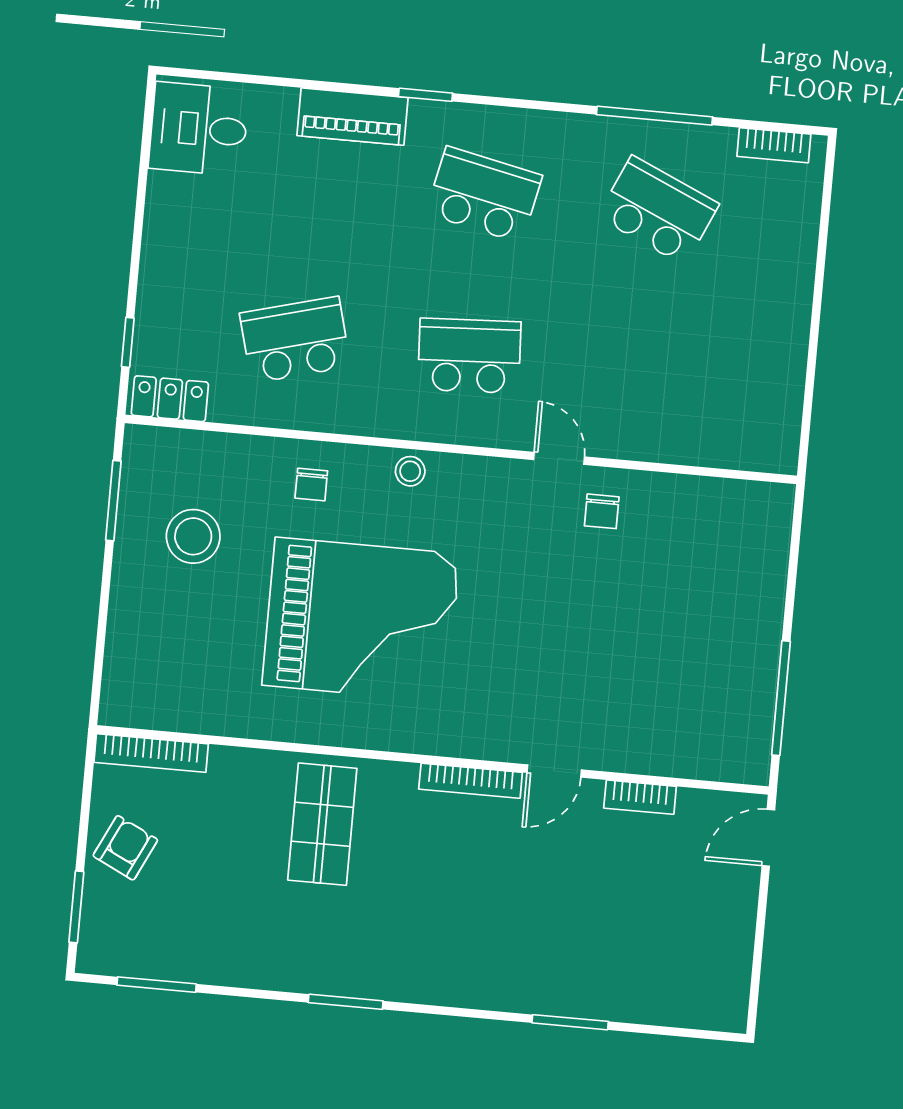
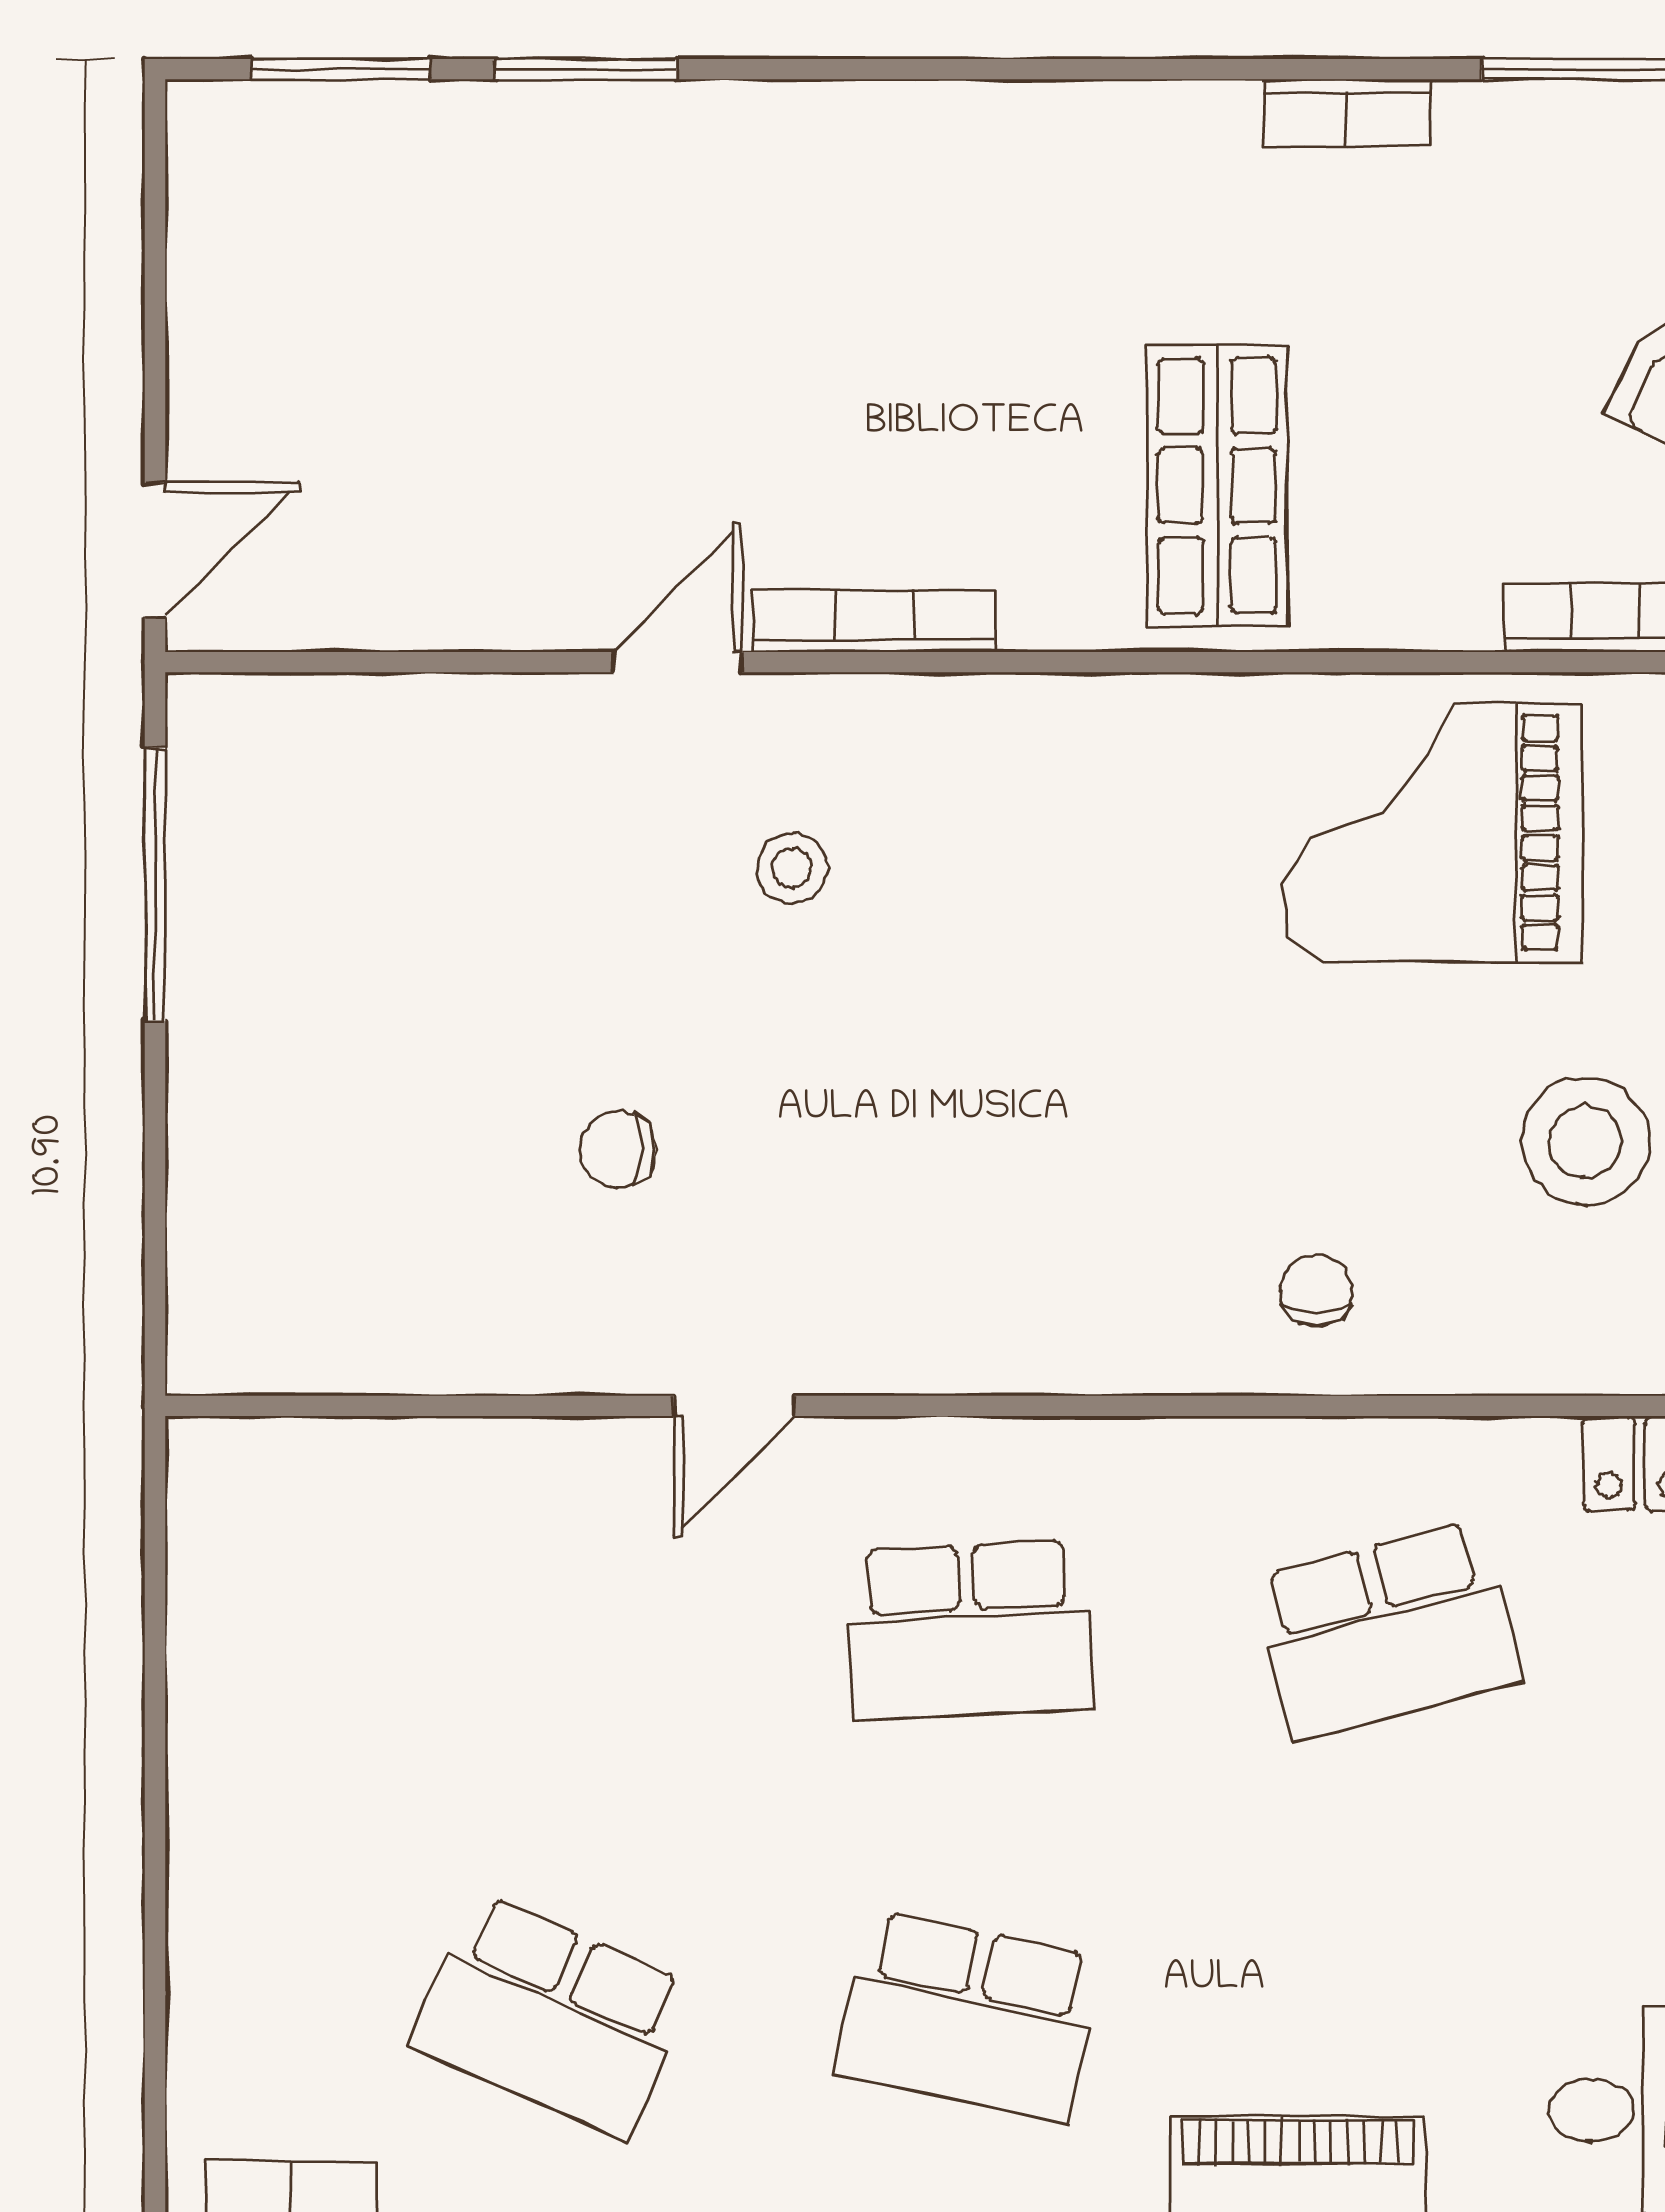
door: (559, 458) -> (734, 1406), hinge flipped
stool: (410, 471) -> (792, 868), moved
chair: (602, 511) -> (617, 1150), moved, turned -90
grand piano: (361, 619) -> (1432, 833), moved, width x0.73, depth x0.68
bookcase: (640, 797) -> (1347, 113), moved, turned 180
window: (346, 1002) -> (341, 69), moved

